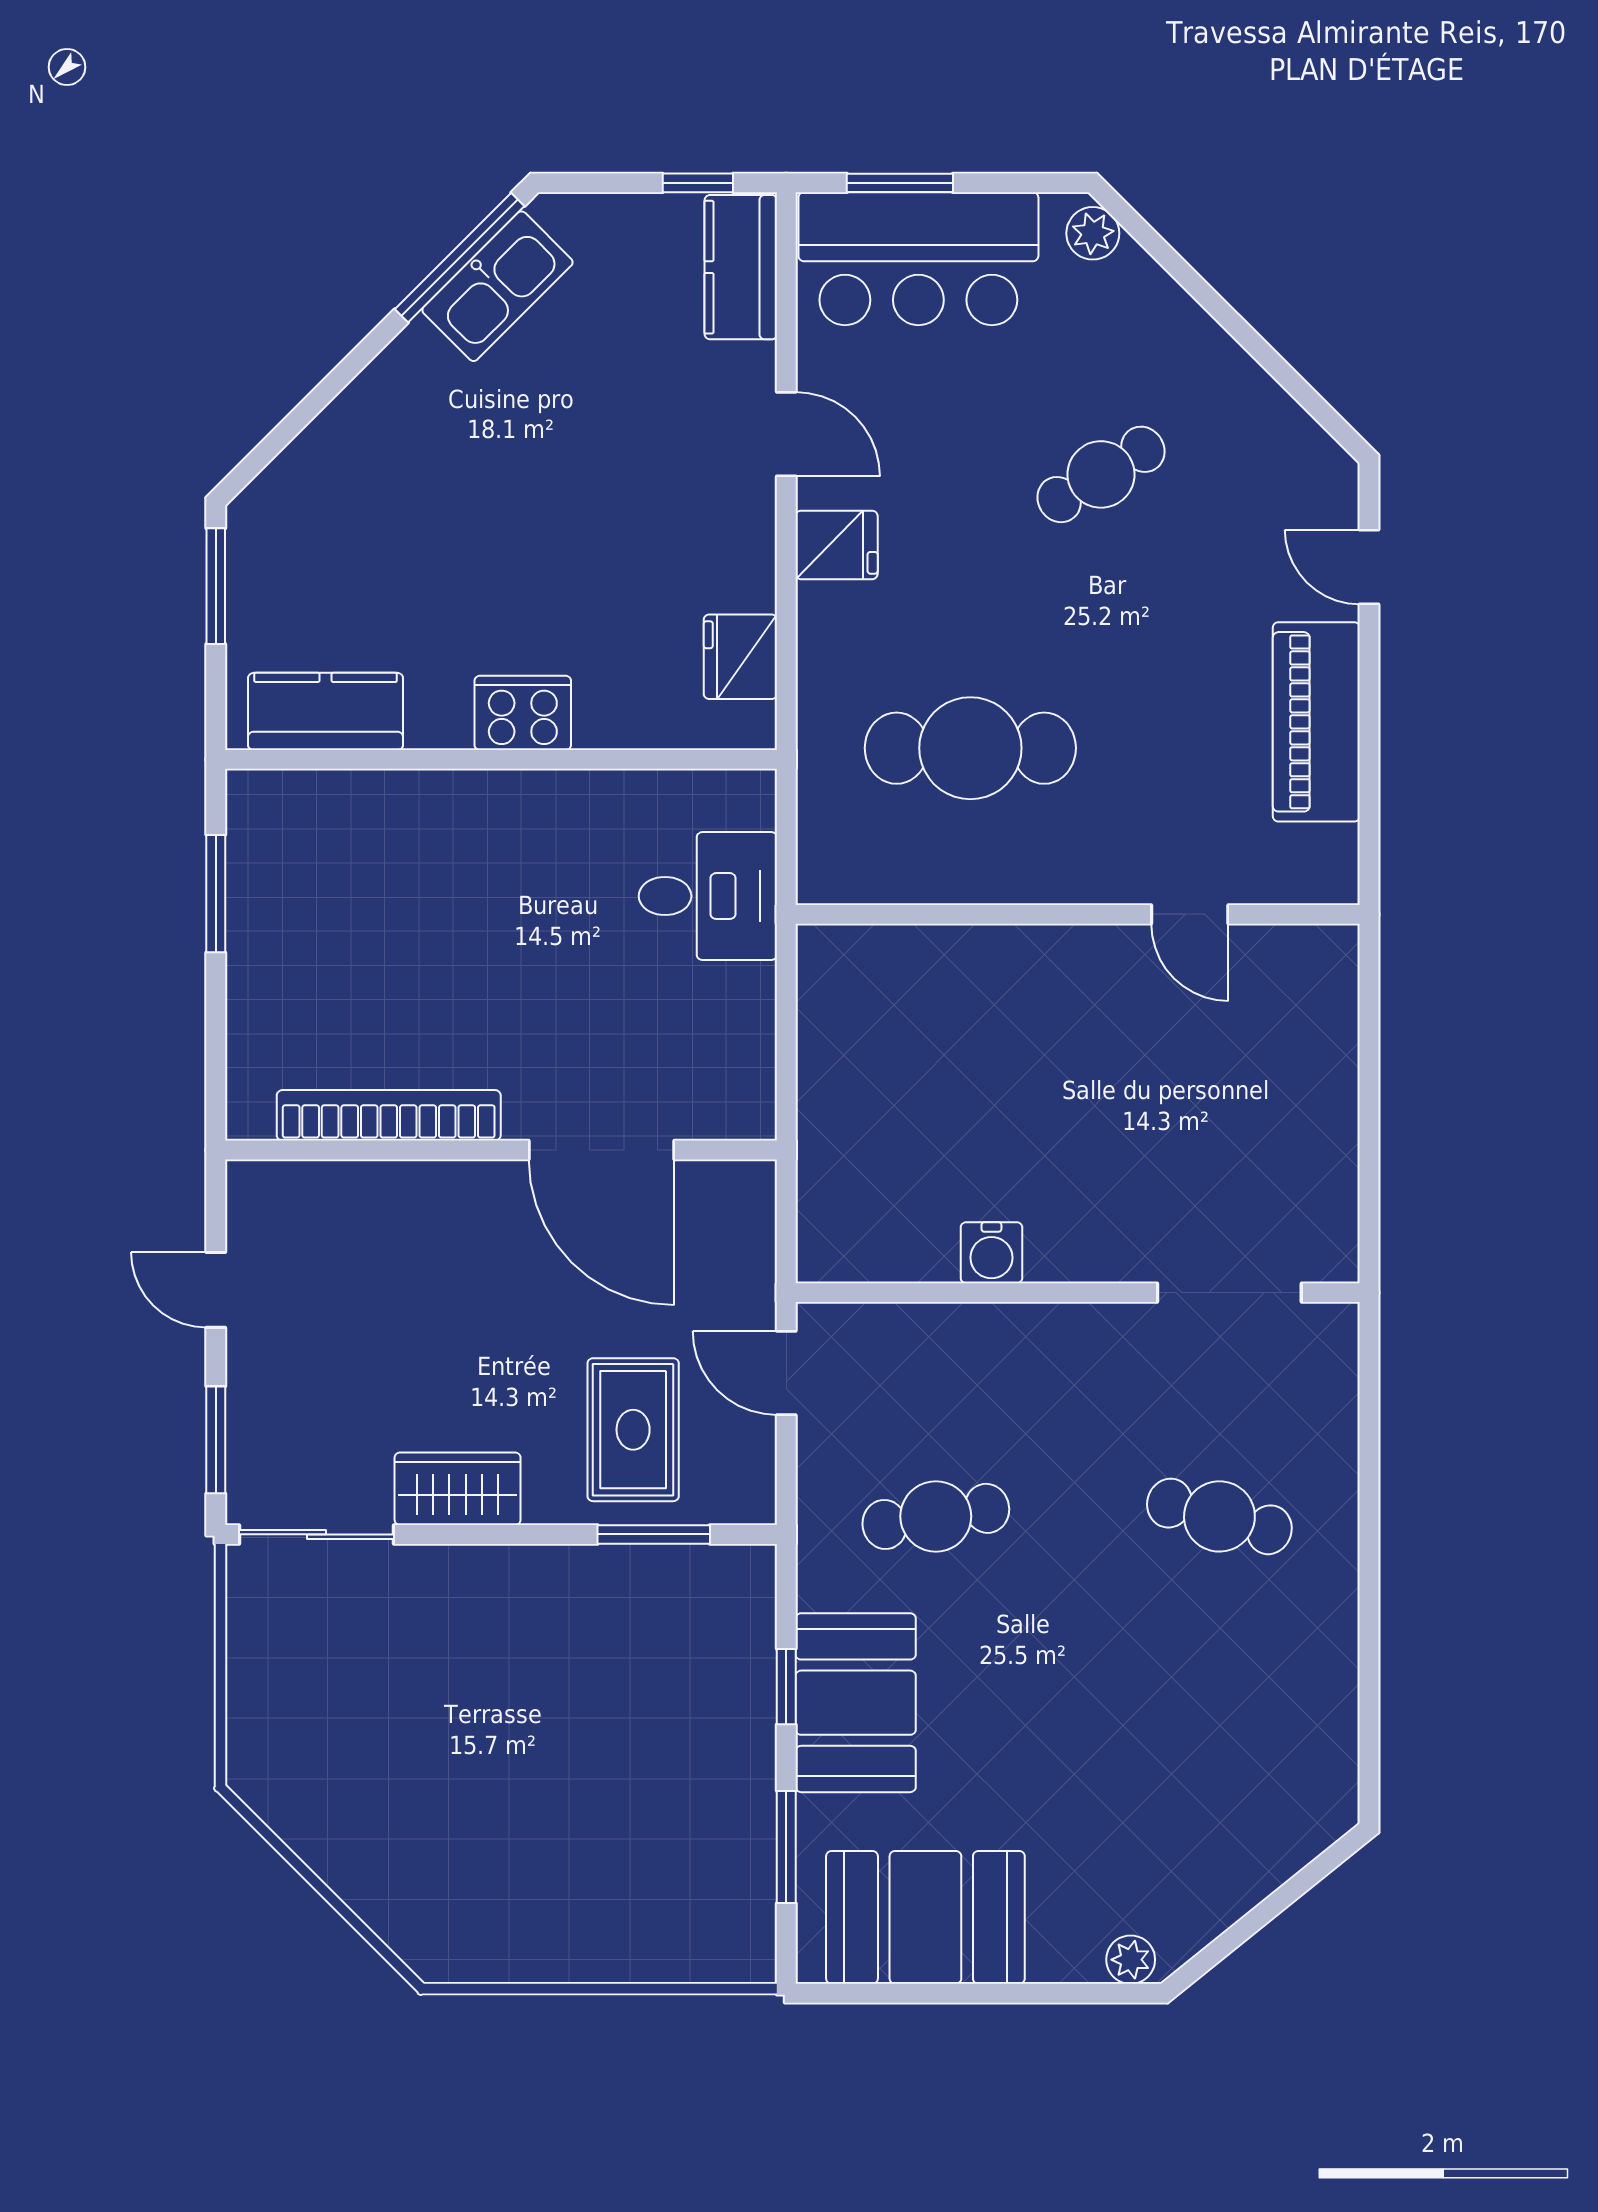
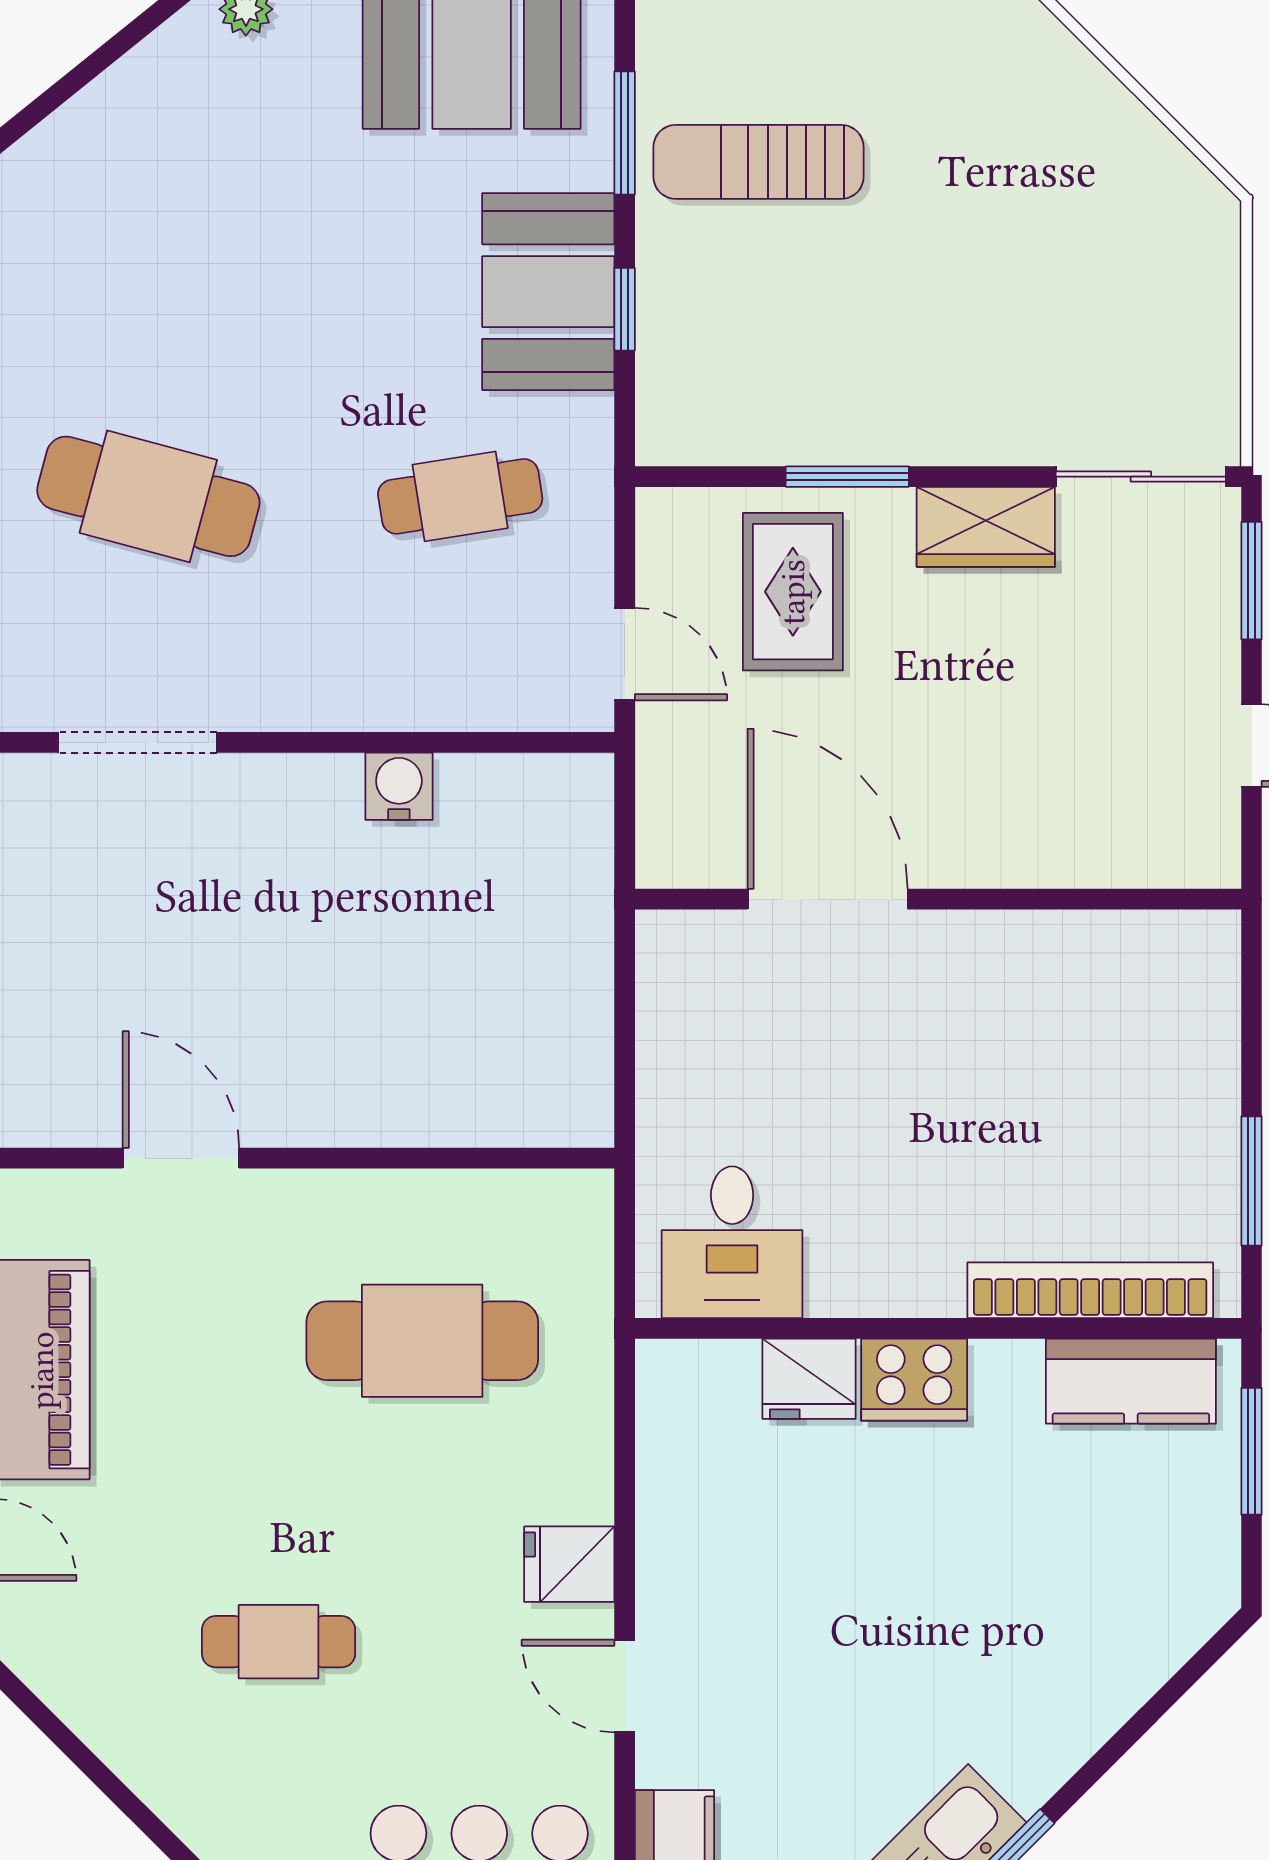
cafe table: (1101, 474) -> (279, 1642), turned 31
window: (216, 586) -> (1252, 1451), moved
fridge: (740, 657) -> (809, 1379), moved, turned 90
desk: (708, 896) -> (732, 1242), moved, turned -90
door: (1190, 914) -> (181, 1158), width x1.38
bookcase: (389, 1115) -> (1090, 1290), moved, turned 180
cafe table: (1219, 1516) -> (148, 496), width x1.37, depth x1.35
window: (654, 1534) -> (847, 477), moved
sun lounger: (664, 1821) -> (759, 162), added

